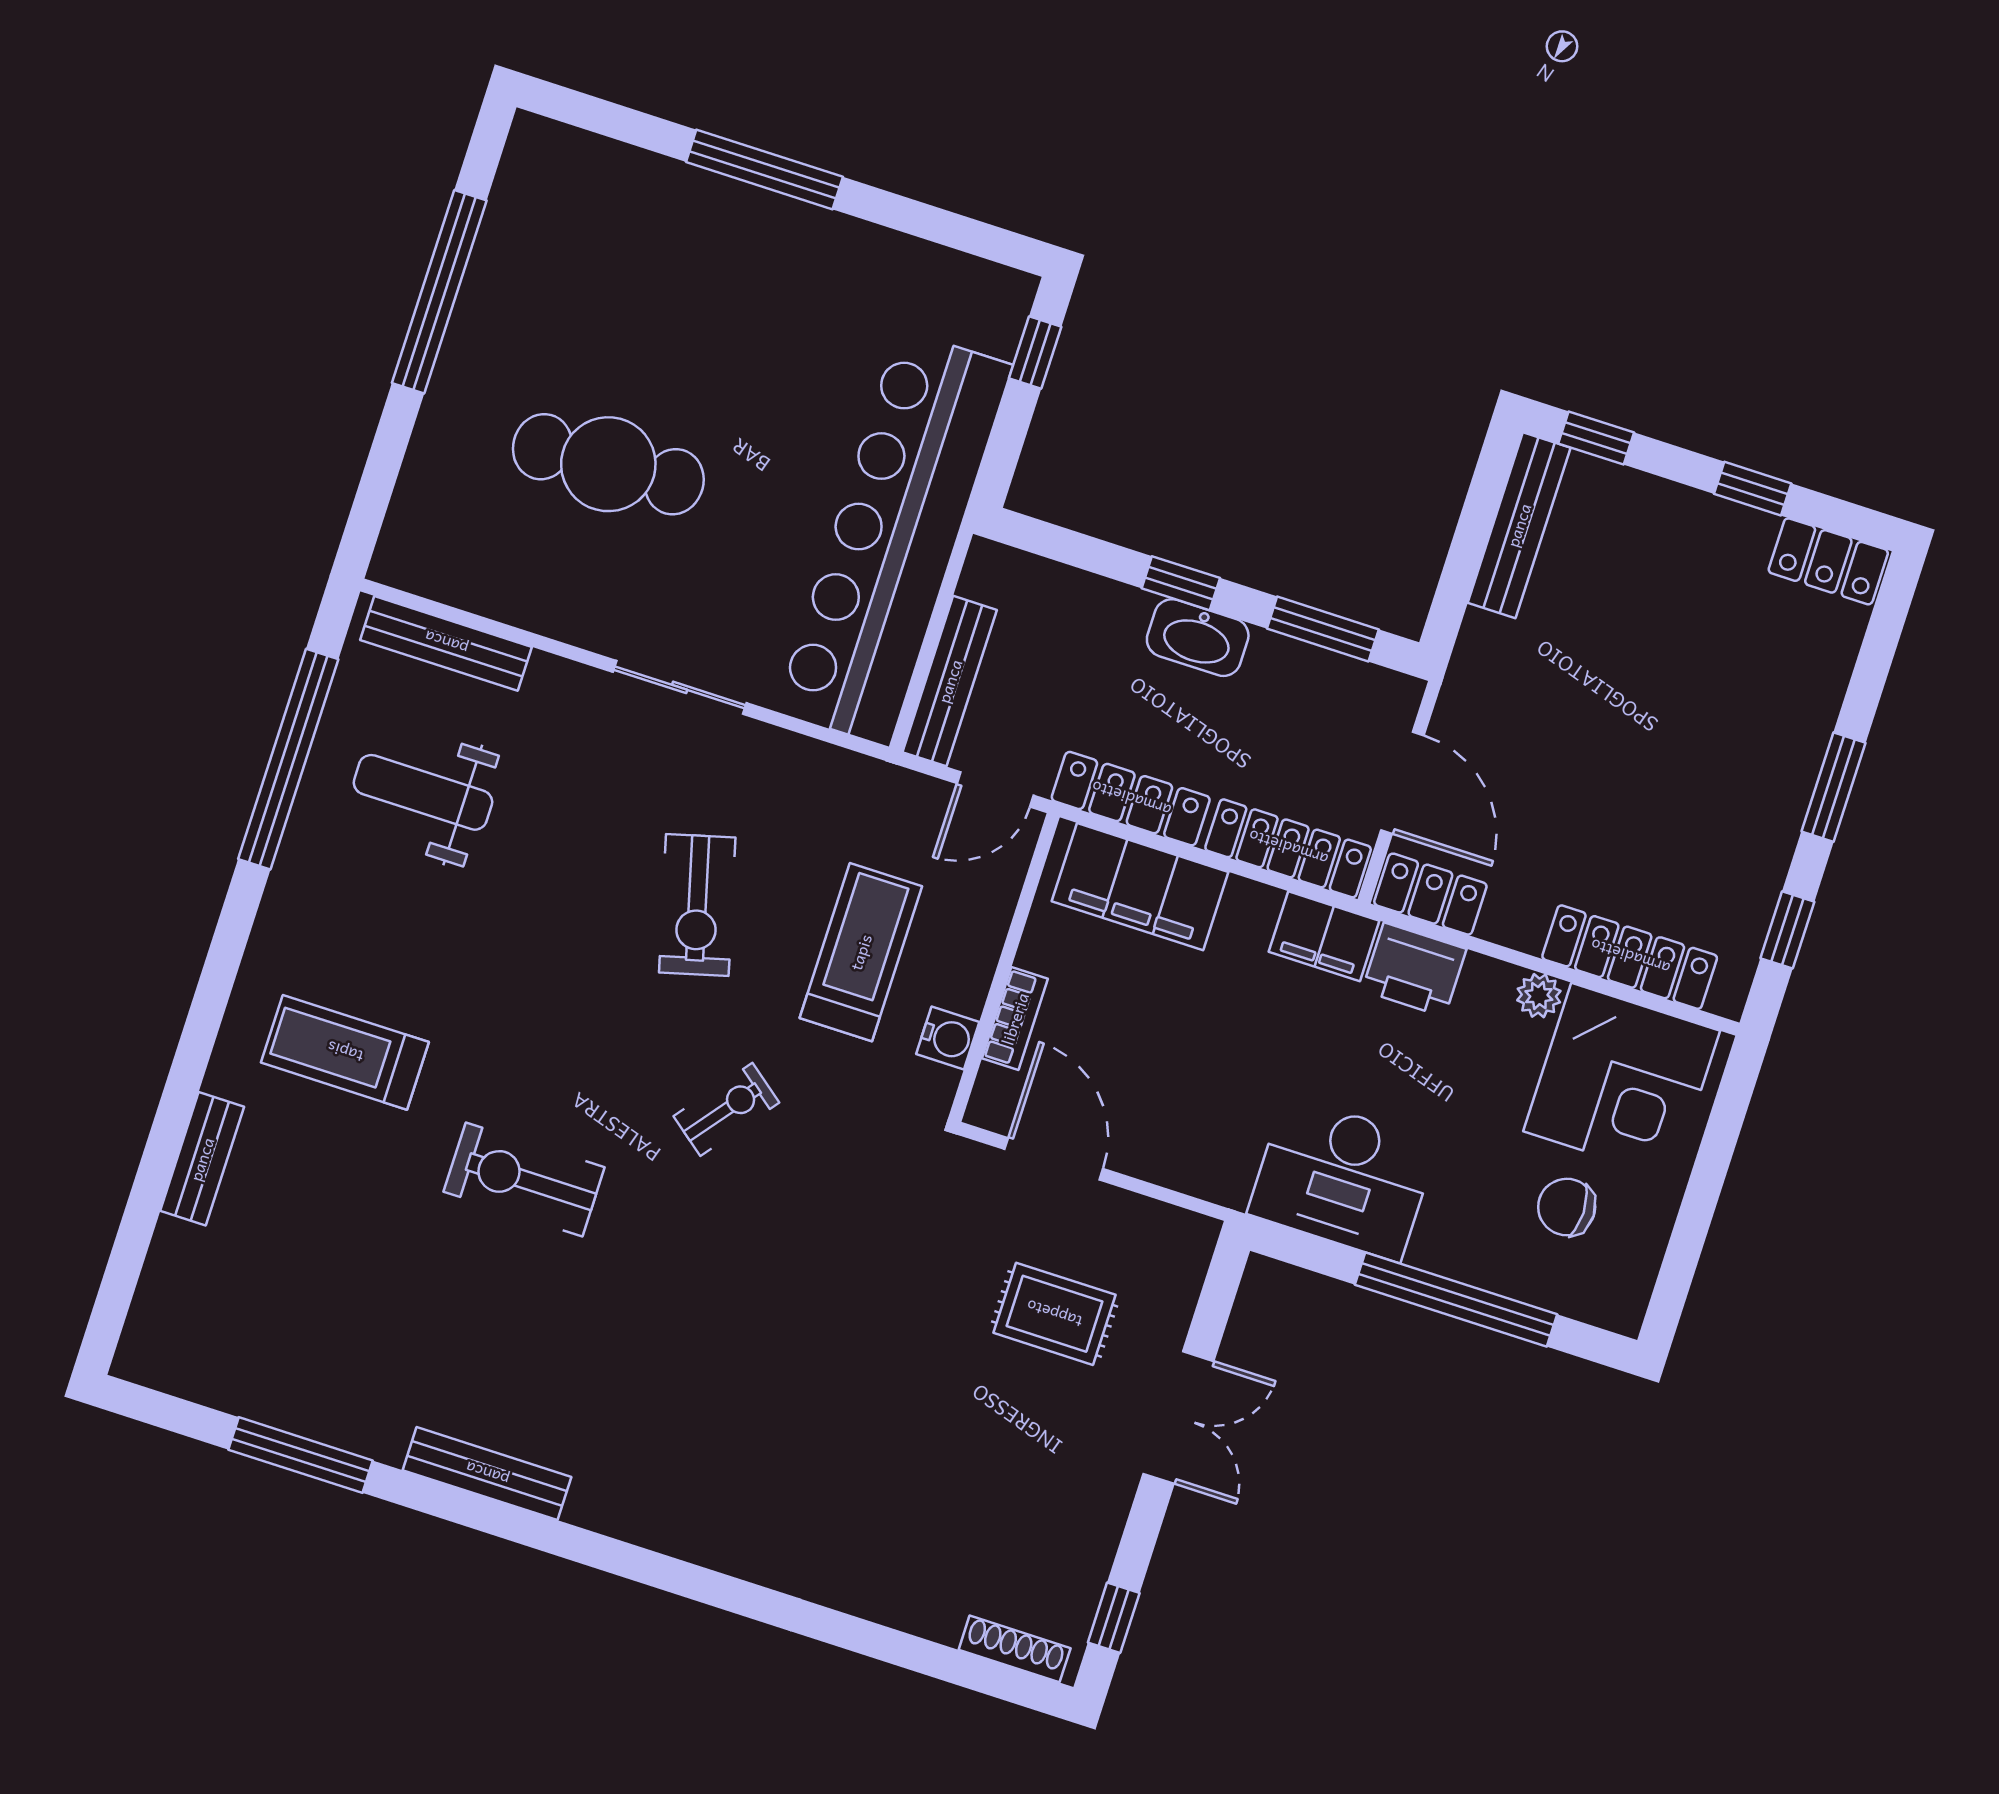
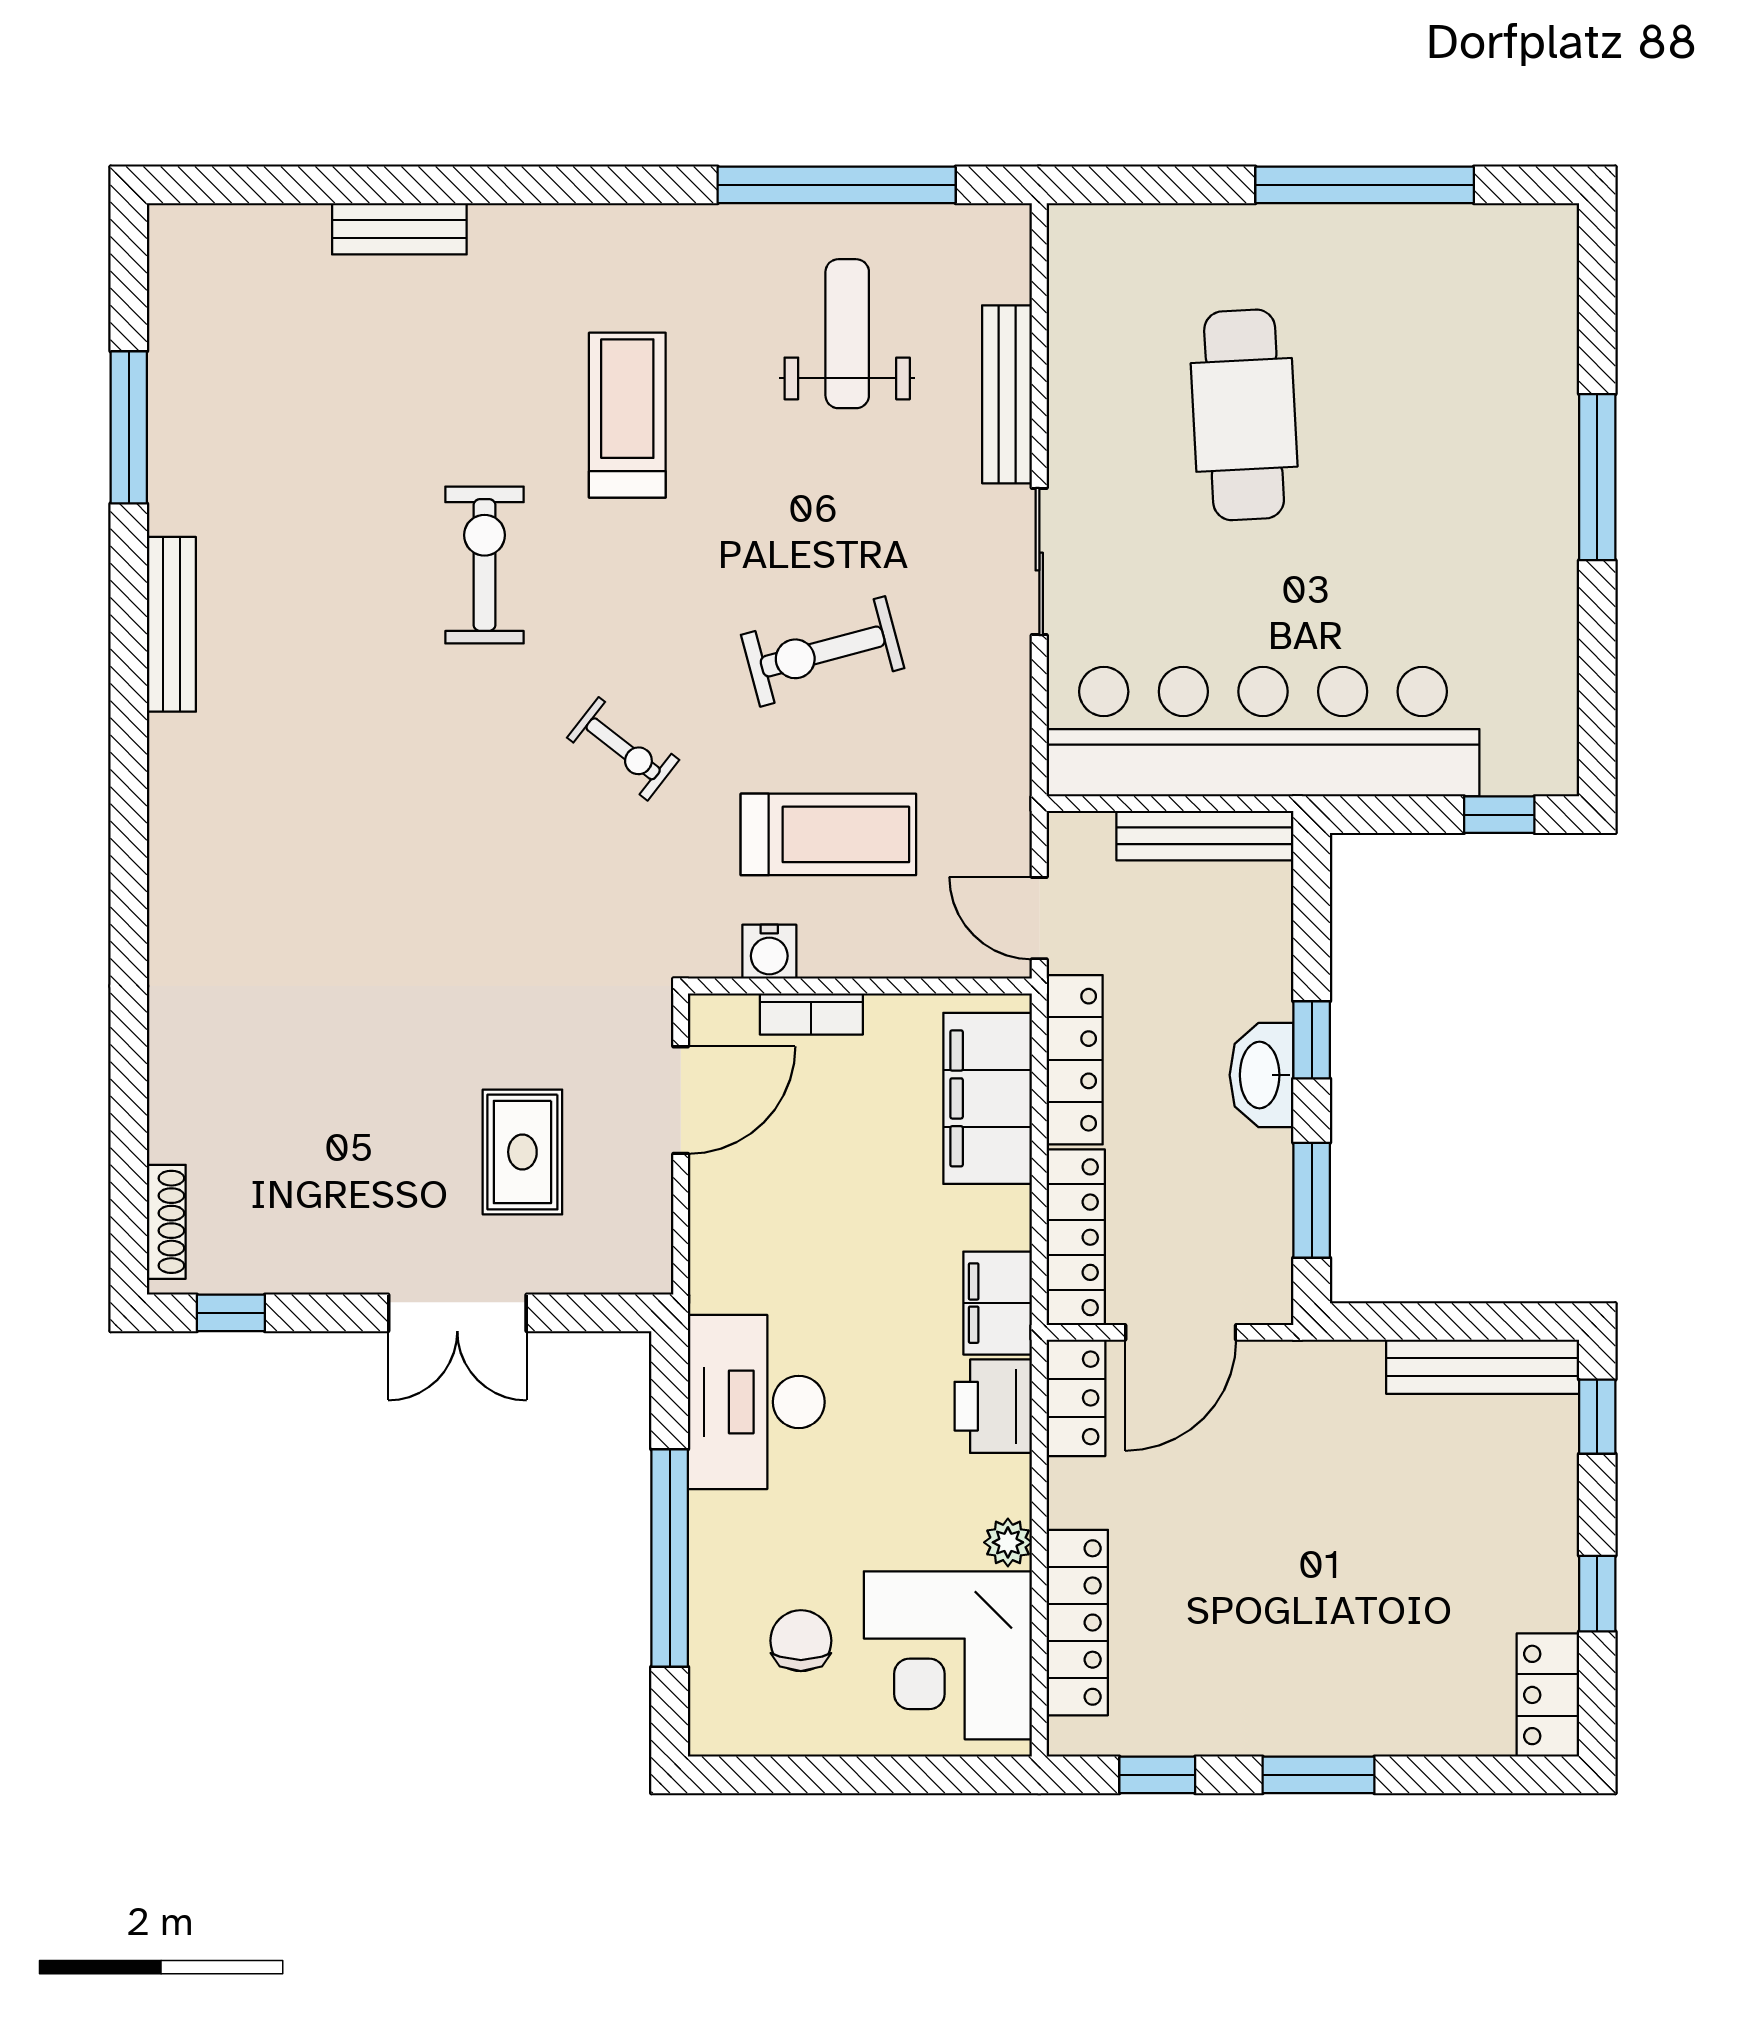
bench: (446, 643) -> (1007, 394), moved
bench: (950, 681) -> (1205, 836), moved
treadmill: (345, 1052) -> (627, 415), moved

